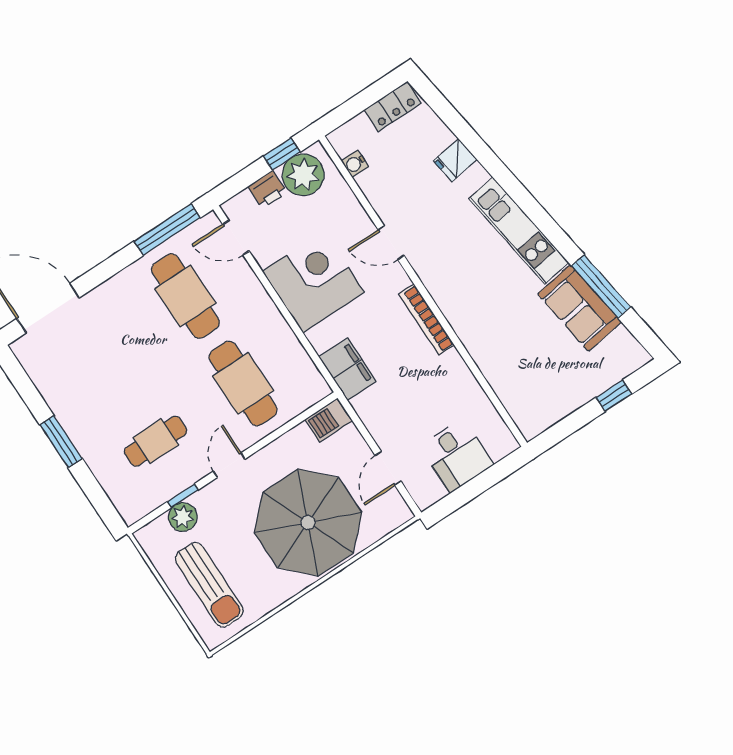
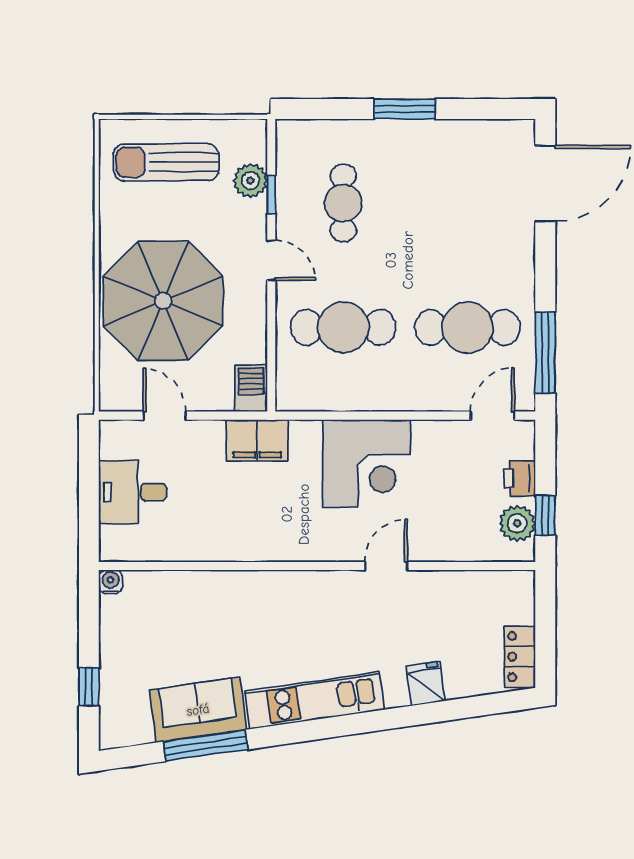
water cooler: (355, 164) -> (111, 582), moved
plant: (303, 175) -> (517, 523), width x0.73, depth x0.73
corner desk: (313, 282) -> (367, 463), moved
bookcase: (427, 320) -> (286, 551), removed
filing cabinet: (348, 369) -> (257, 440), moved

